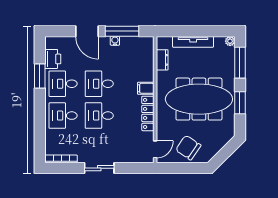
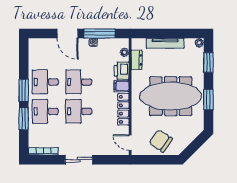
plant: (149, 52) -> (124, 52), added
printer: (53, 59) -> (122, 71), moved, turned 180
window: (240, 63) -> (208, 63), width x0.69
window: (40, 76) -> (24, 90), moved
window: (40, 124) -> (24, 119), added
door: (155, 149) -> (130, 143), swing flipped

